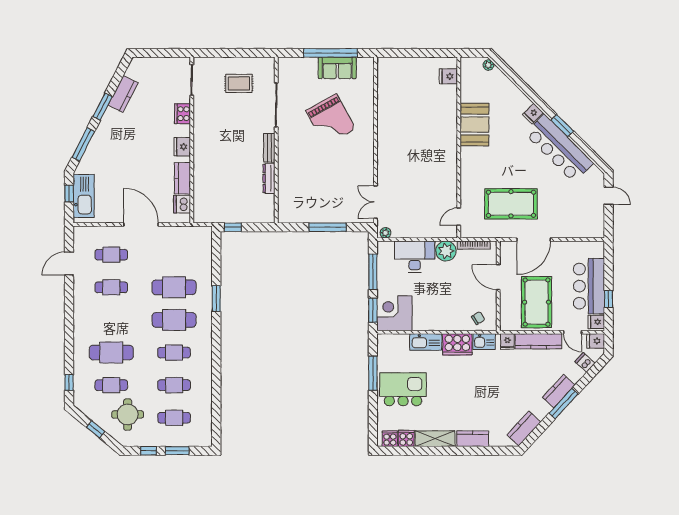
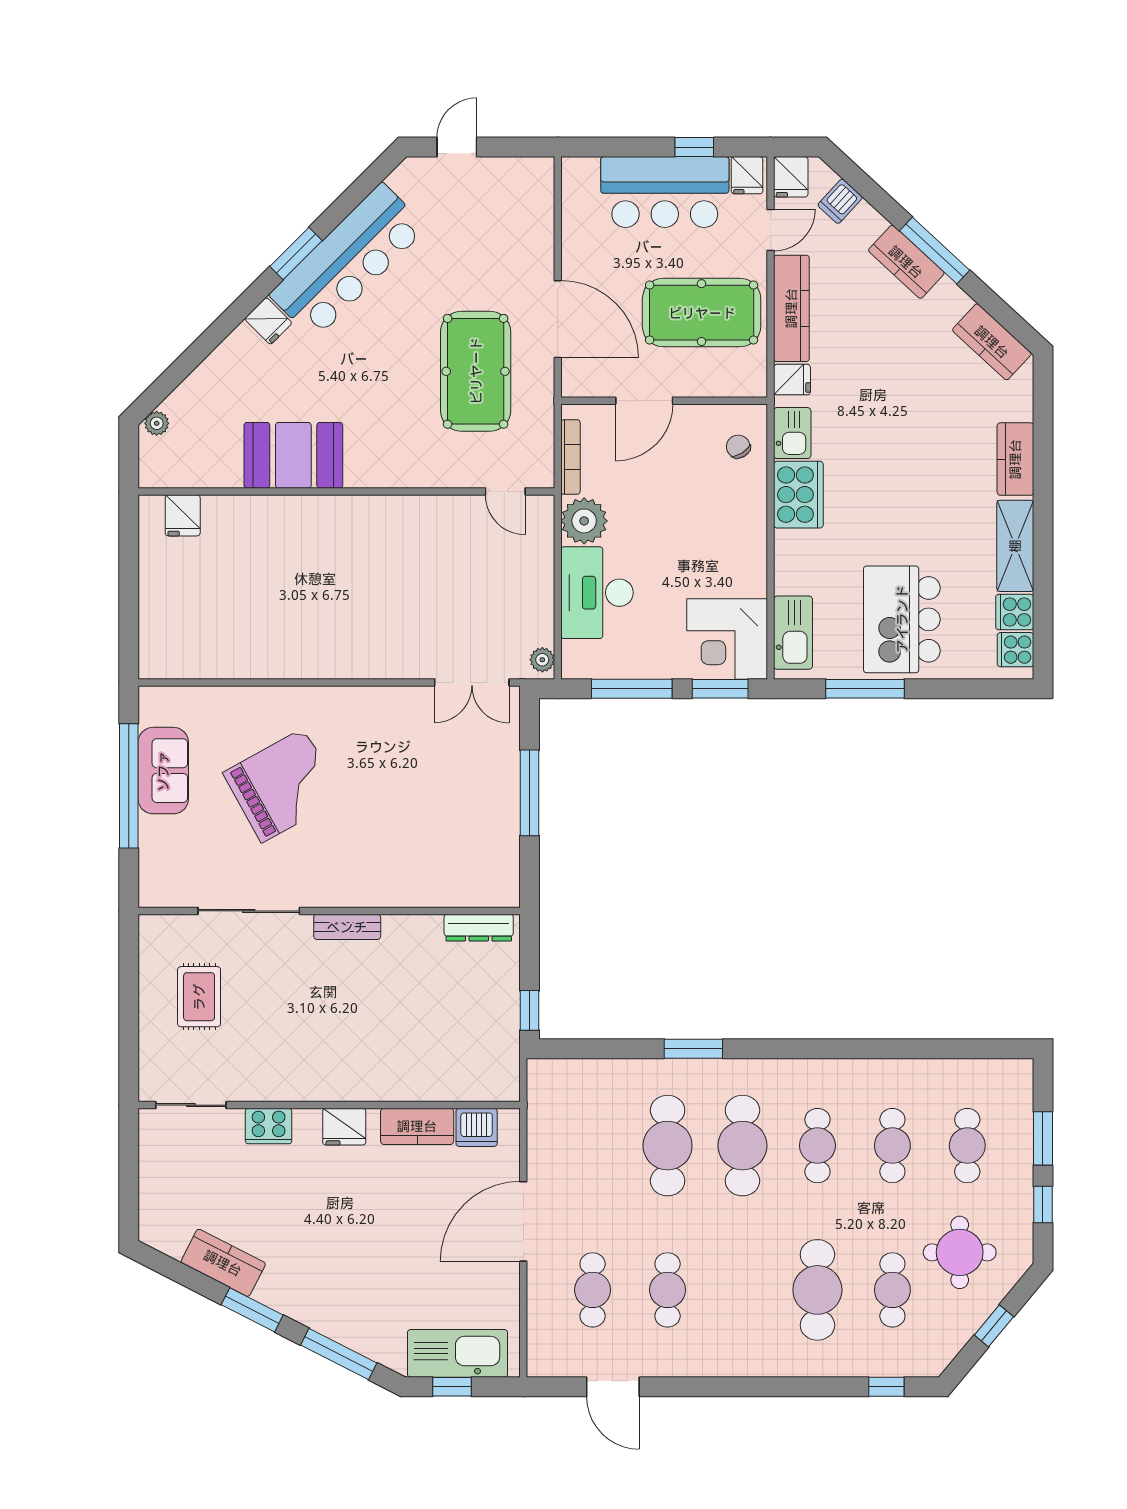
dresser: (269, 179) -> (479, 928), moved
kitchen sink: (426, 342) -> (793, 633), moved

